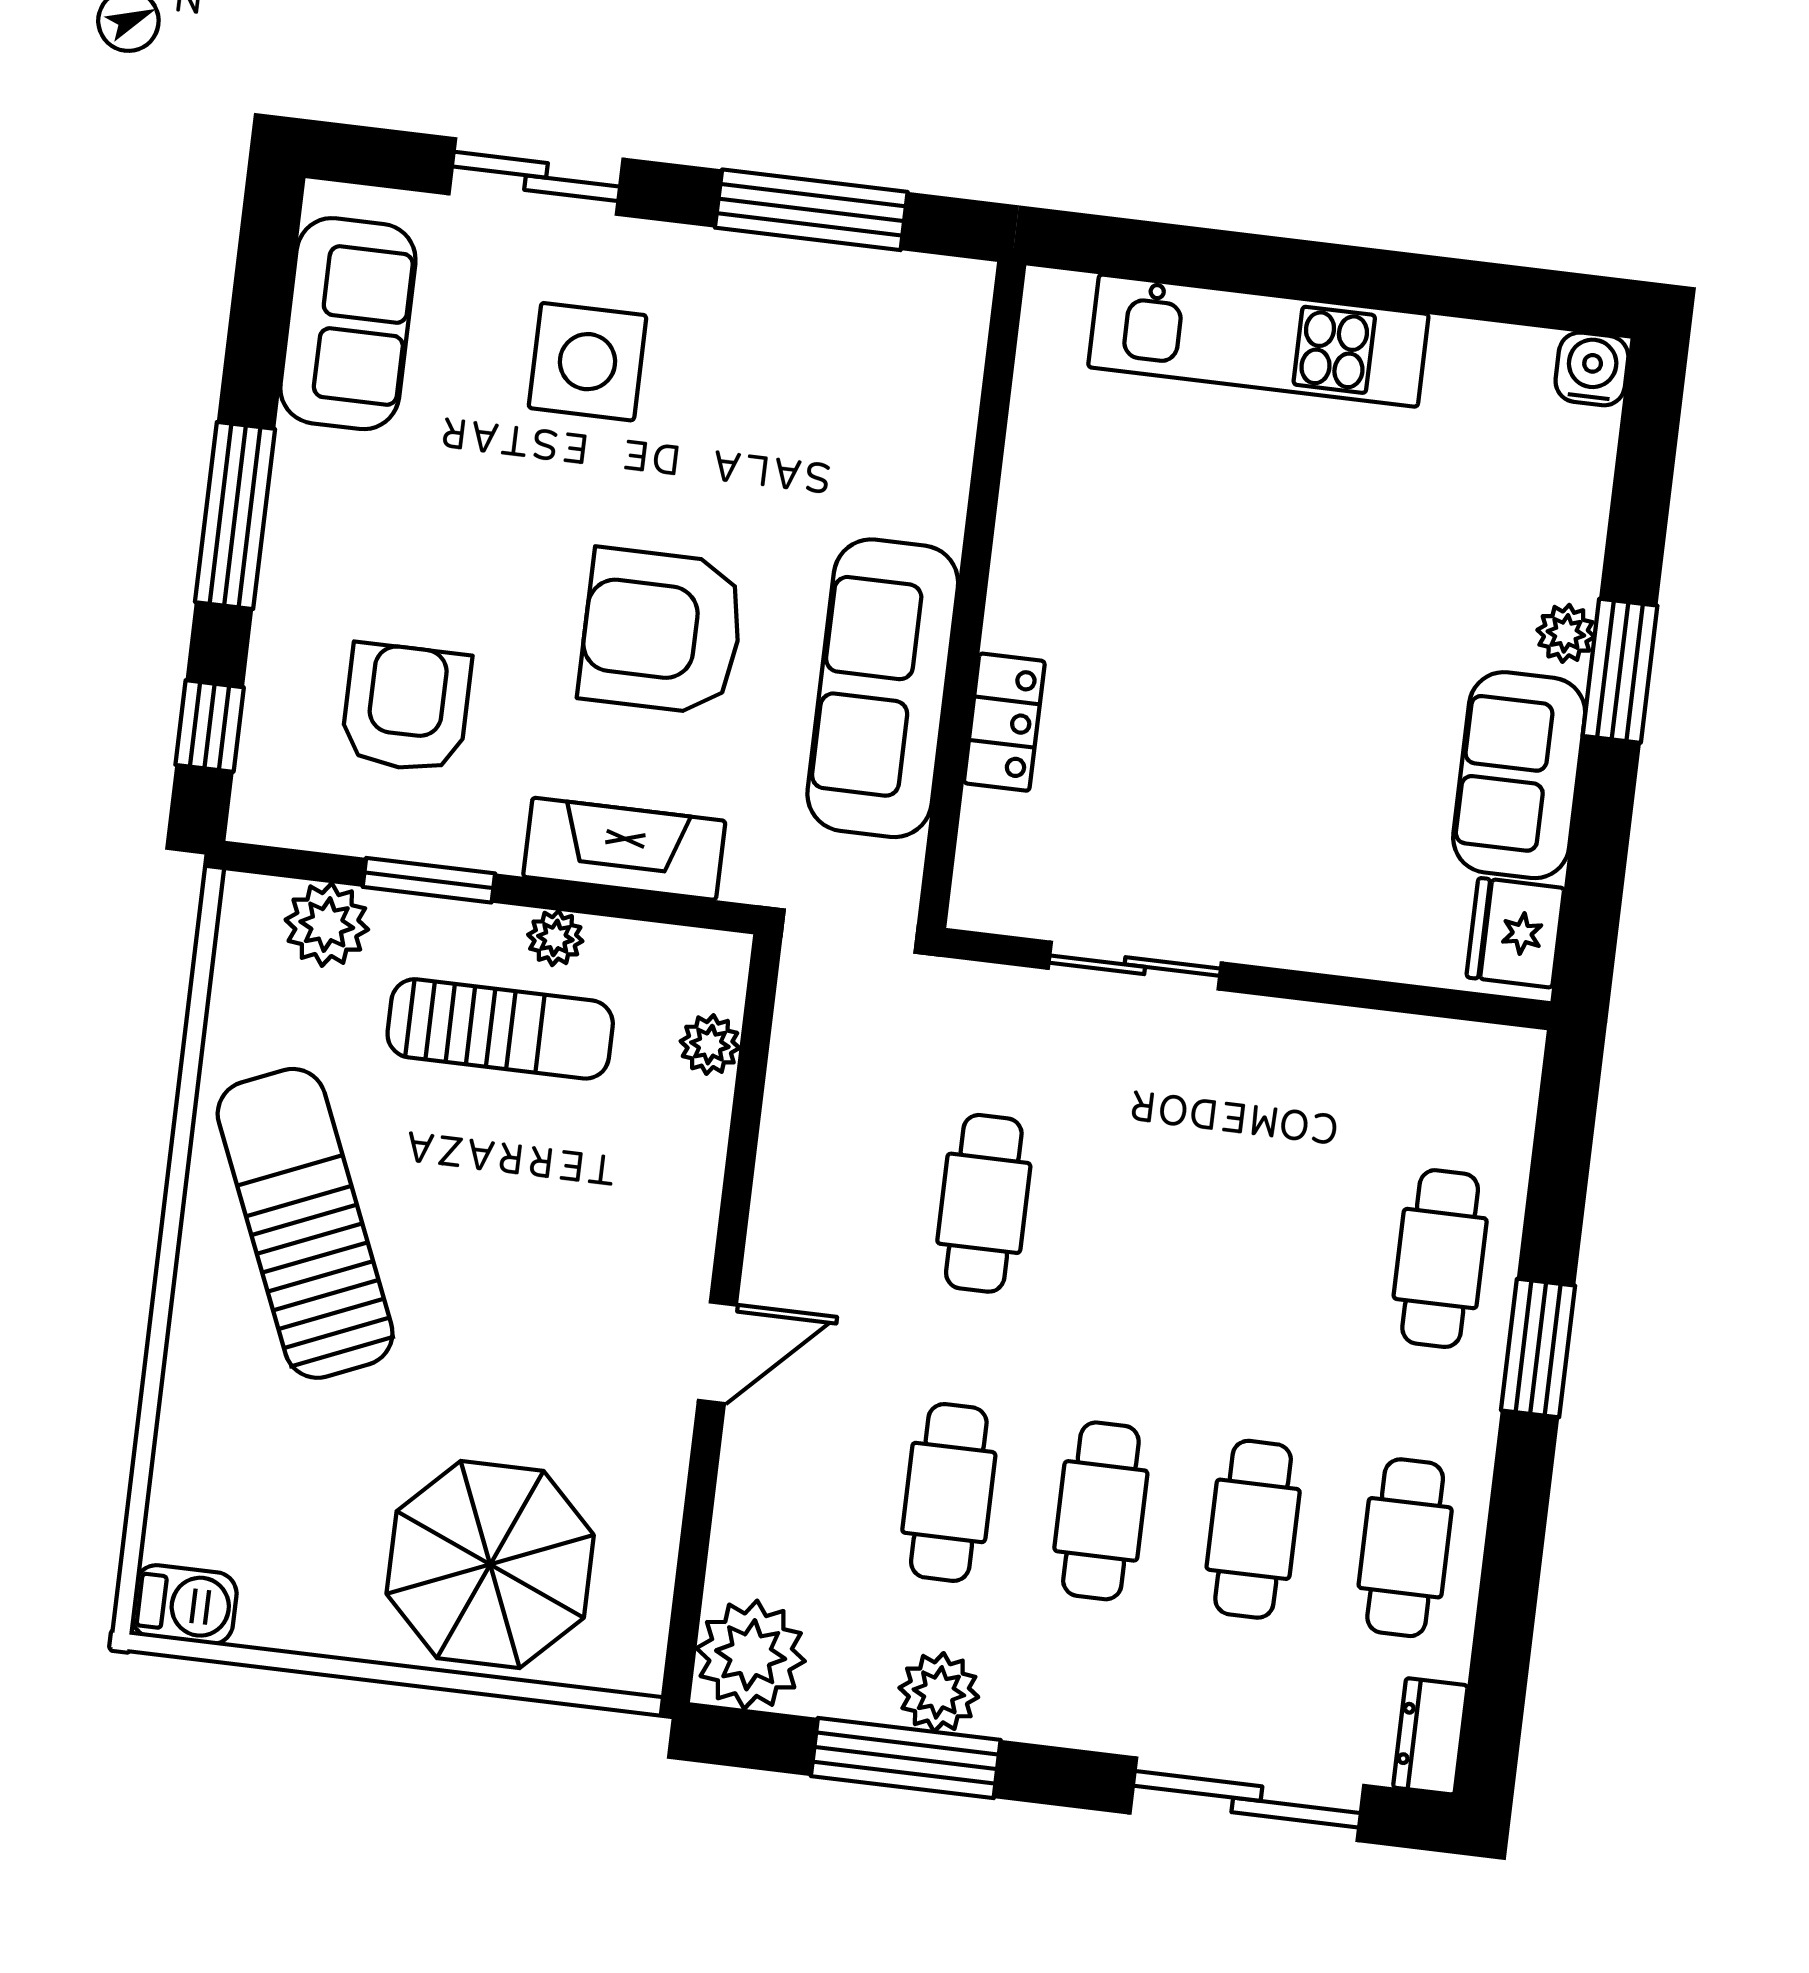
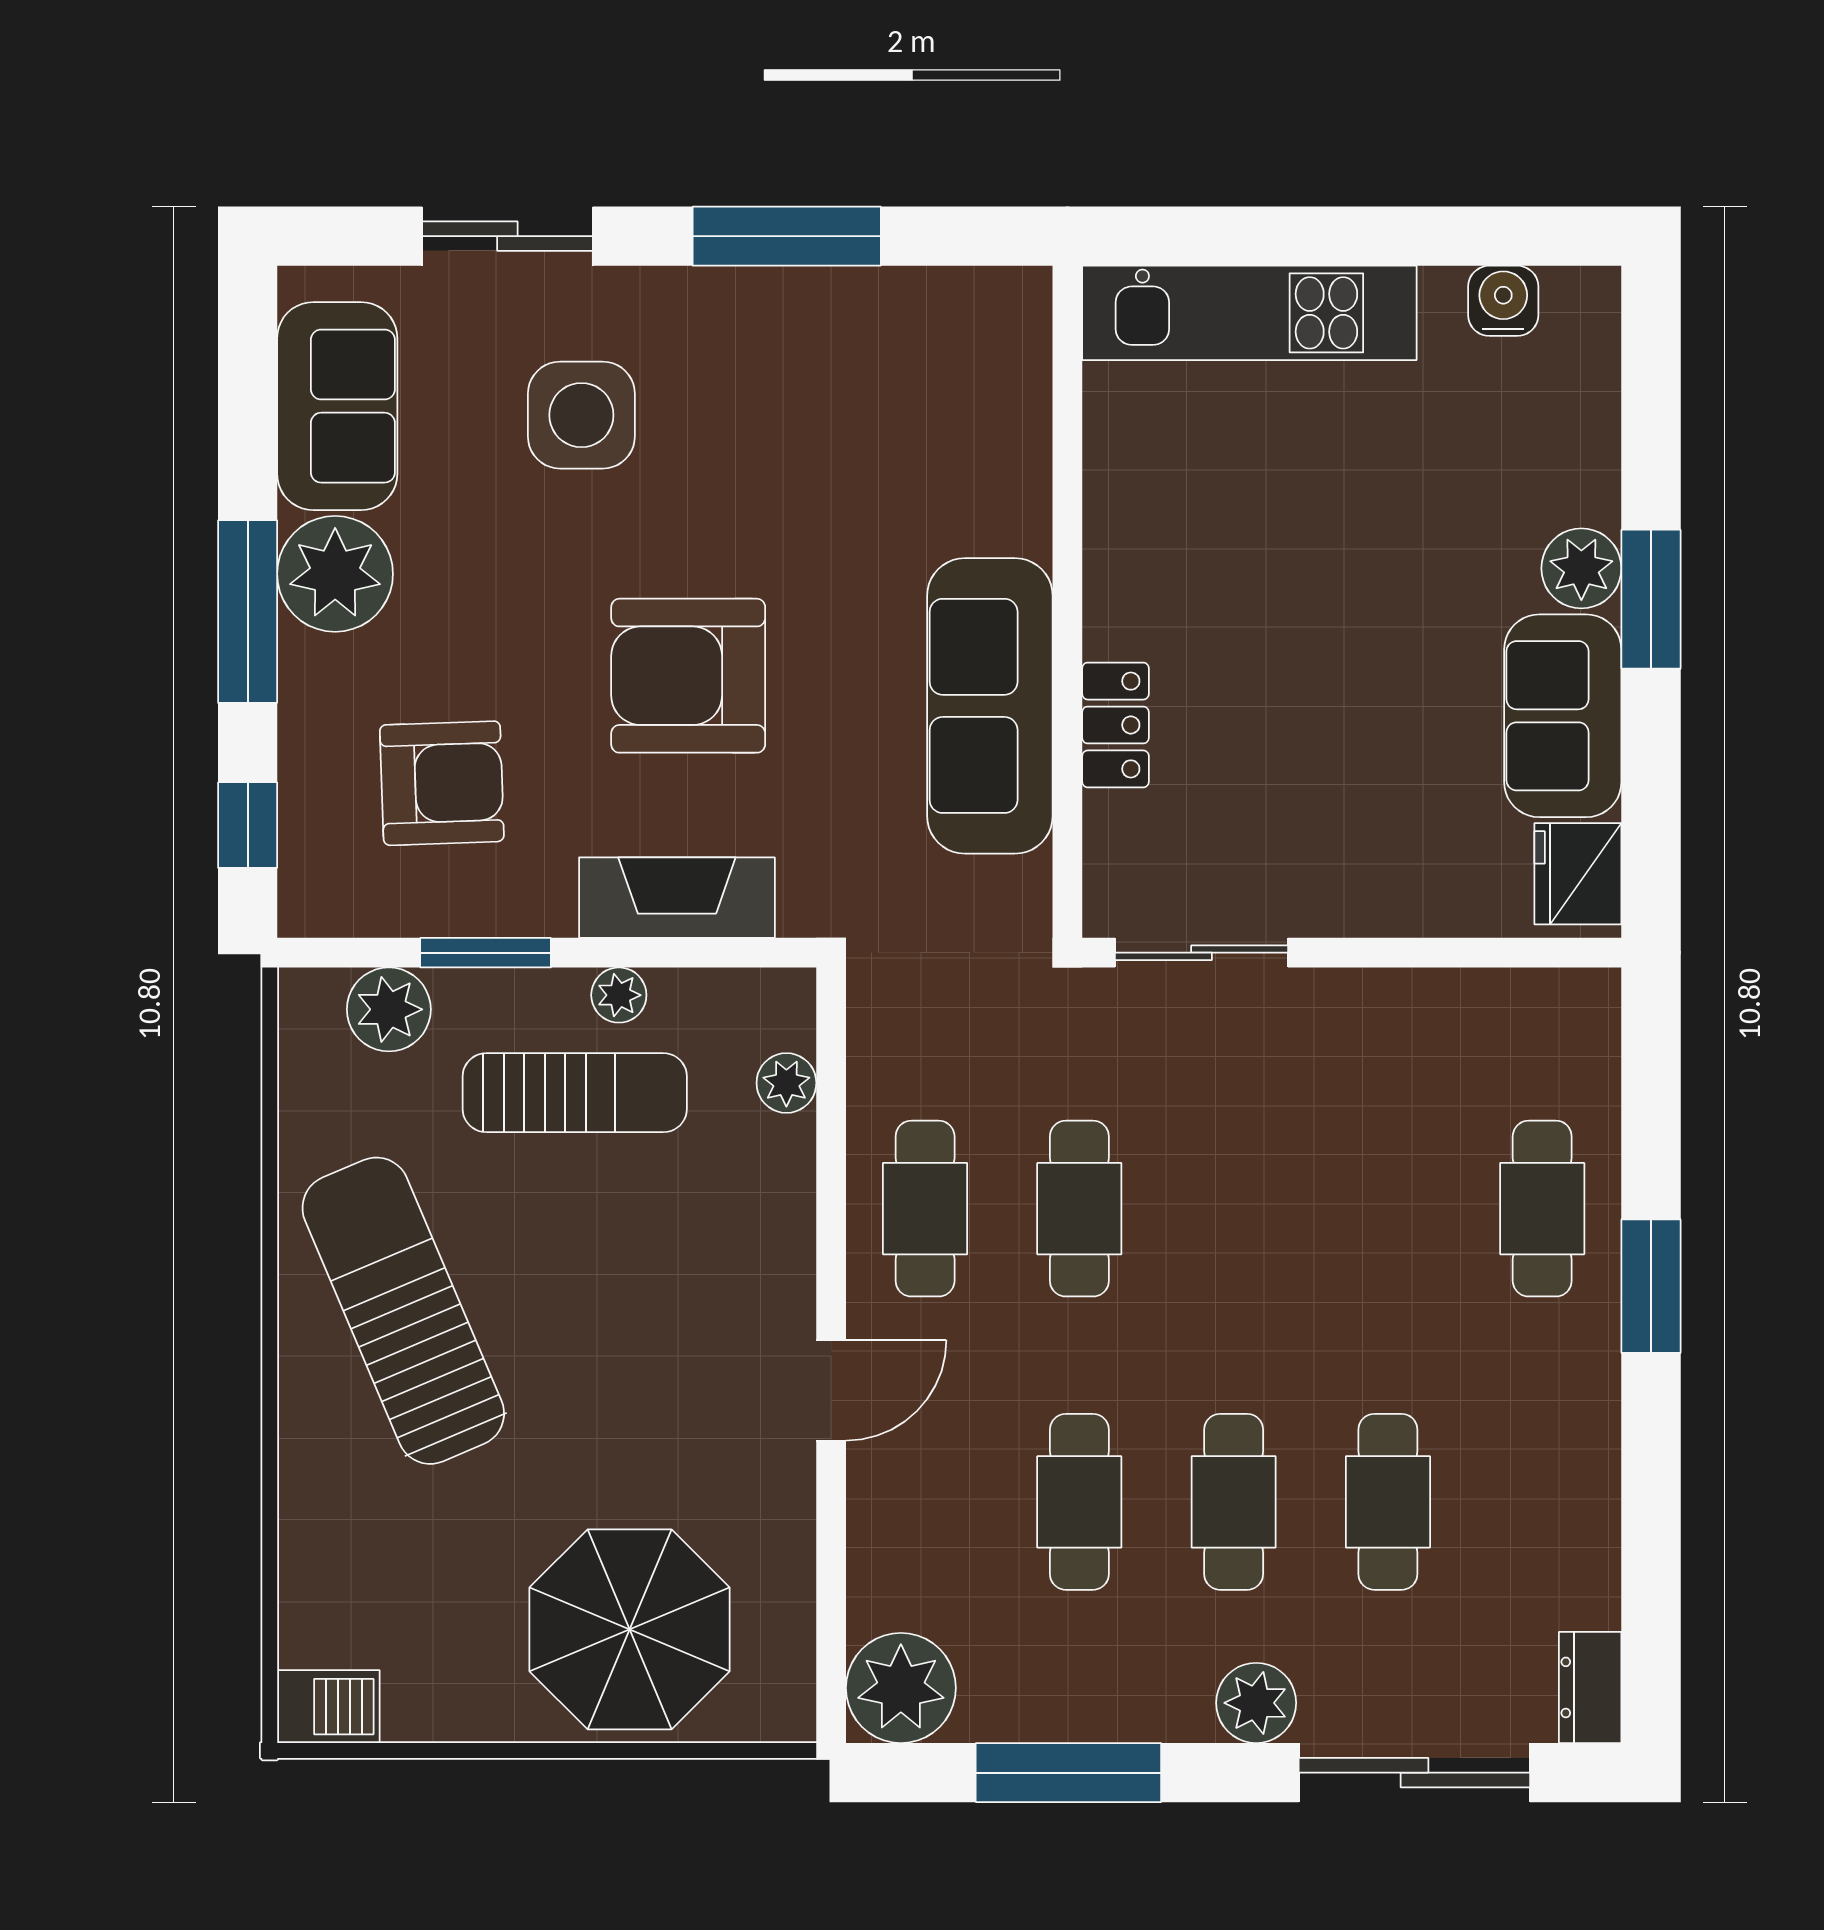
water cooler: (1592, 369) -> (1503, 301), moved
plant: (326, 489) -> (335, 574), added
wall: (972, 595) -> (1067, 602), moved
plant: (1566, 633) -> (1581, 568), width x1.38, depth x1.38
sofa: (883, 688) -> (990, 706), moved
armchair: (406, 708) -> (442, 783), turned 88
locker: (1004, 722) -> (1115, 725), moved
cafe table: (1405, 1548) -> (925, 1209), moved
plant: (939, 1692) -> (1256, 1703), moved

